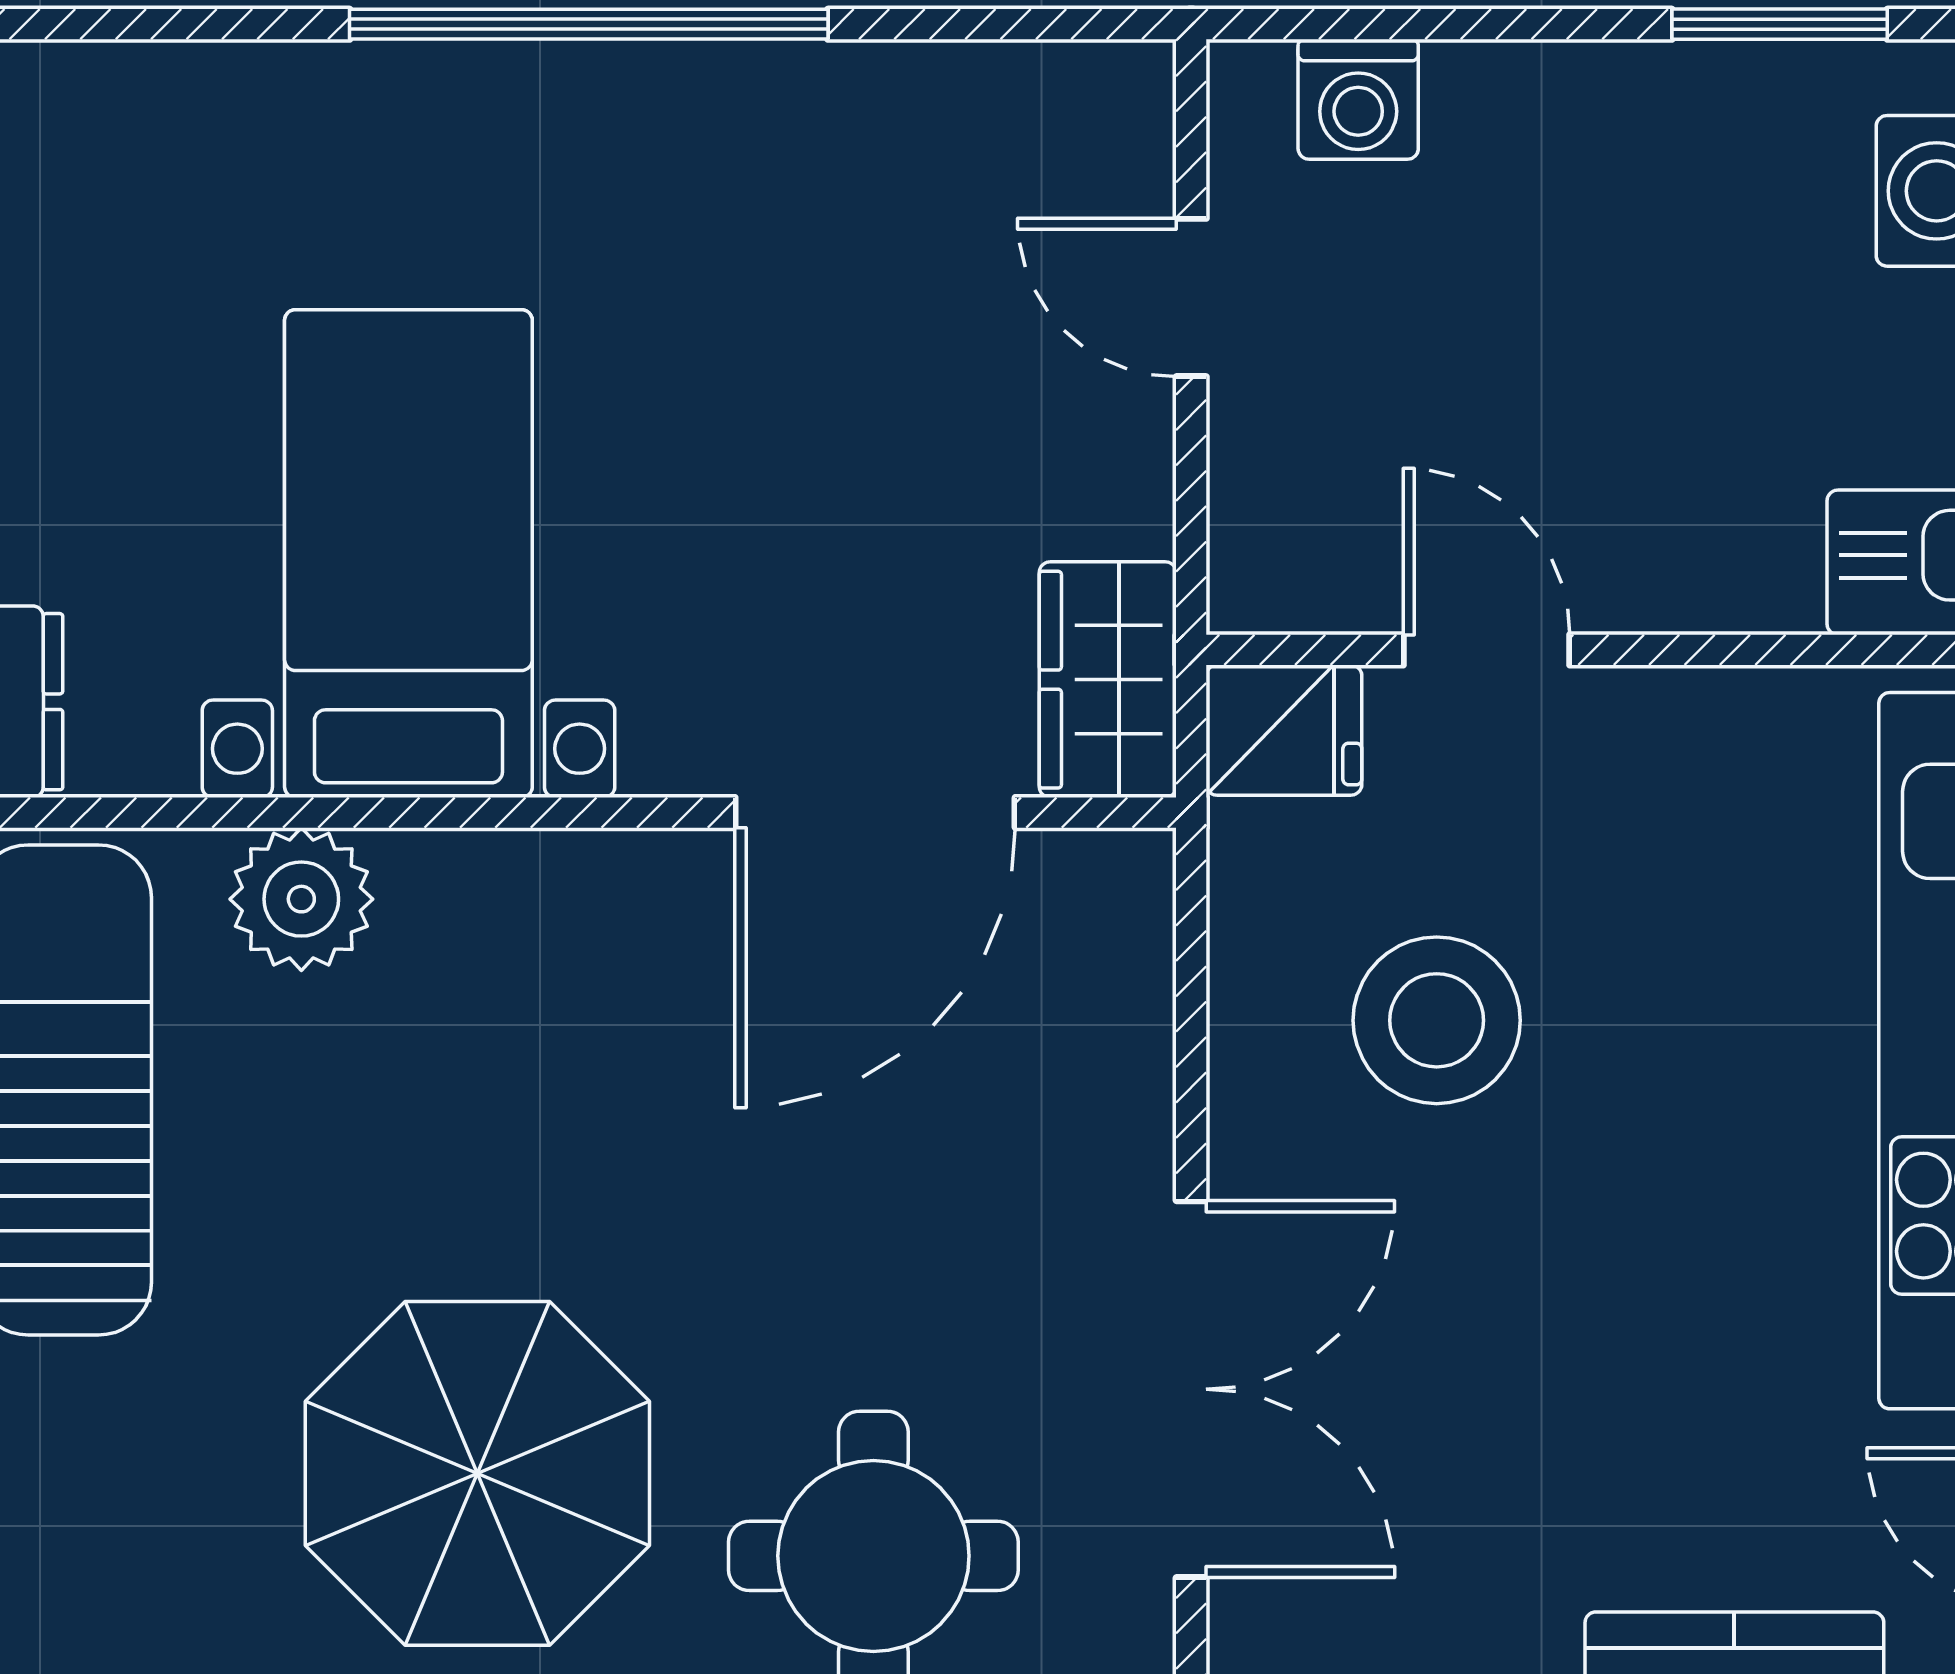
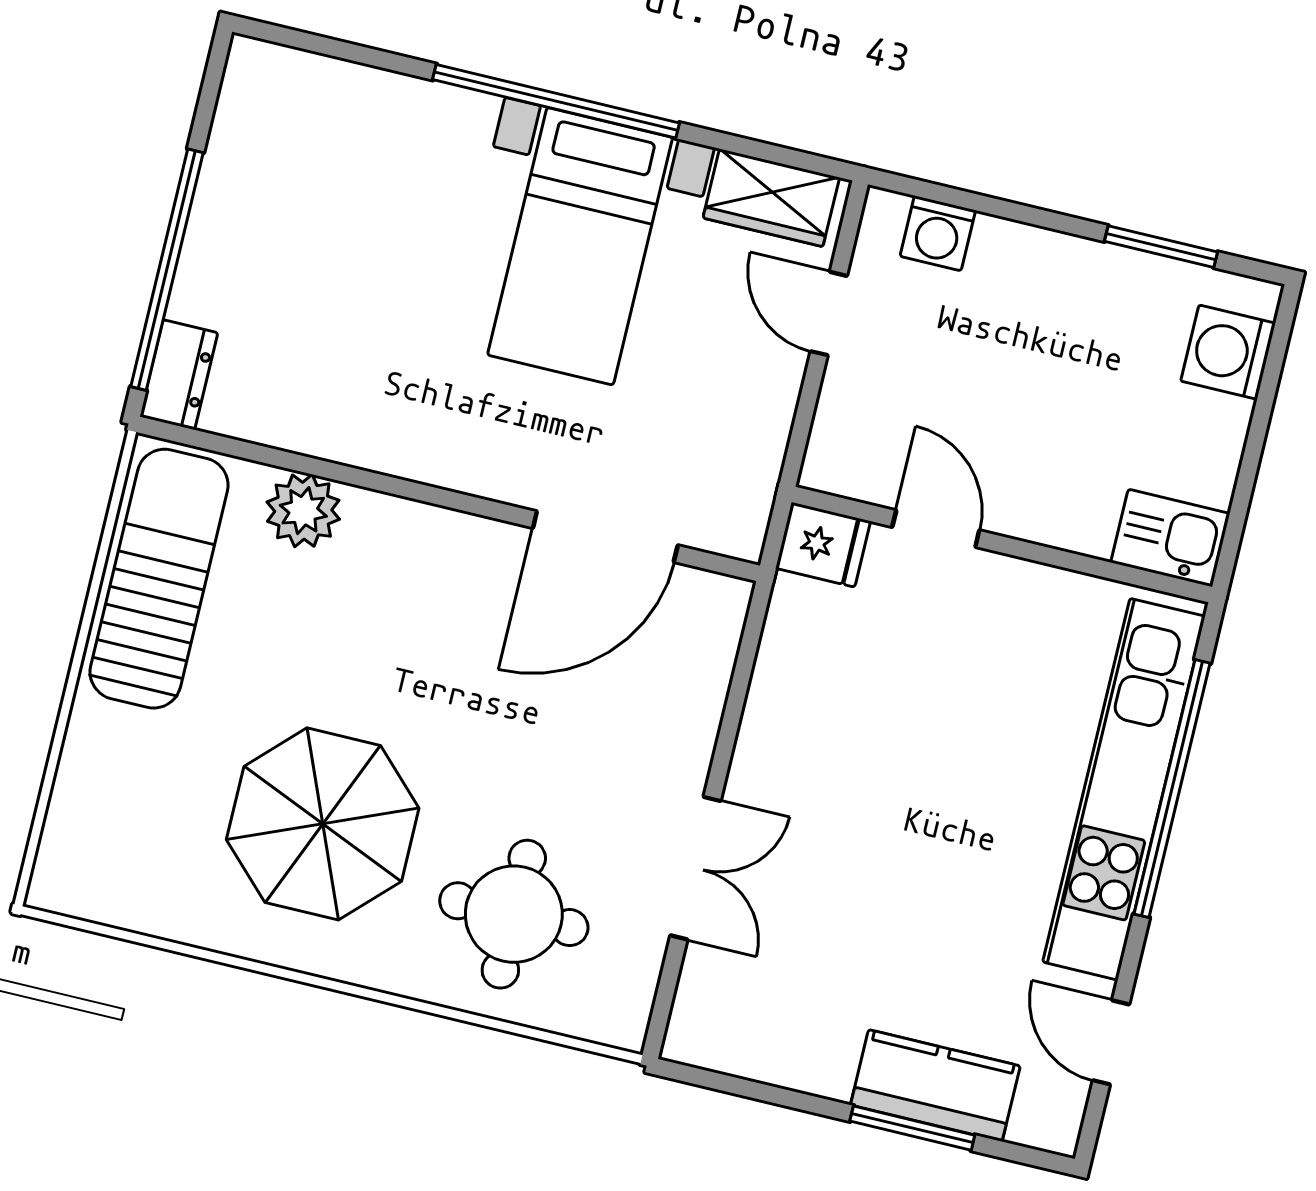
bed with nightstands: (408, 554) -> (580, 246), moved, turned 180
wardrobe: (1108, 680) -> (771, 198), moved, turned -90
stool: (1437, 1020) -> (865, 711), removed
double door: (1191, 1389) -> (696, 868), width x0.73

